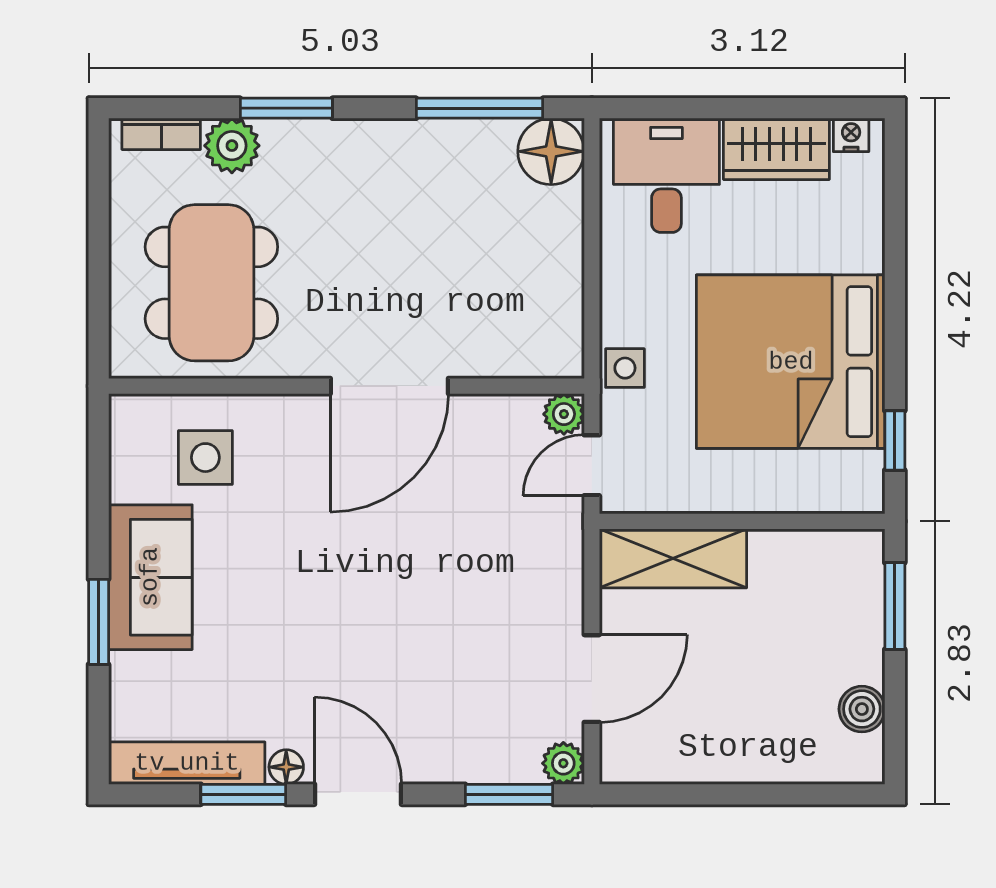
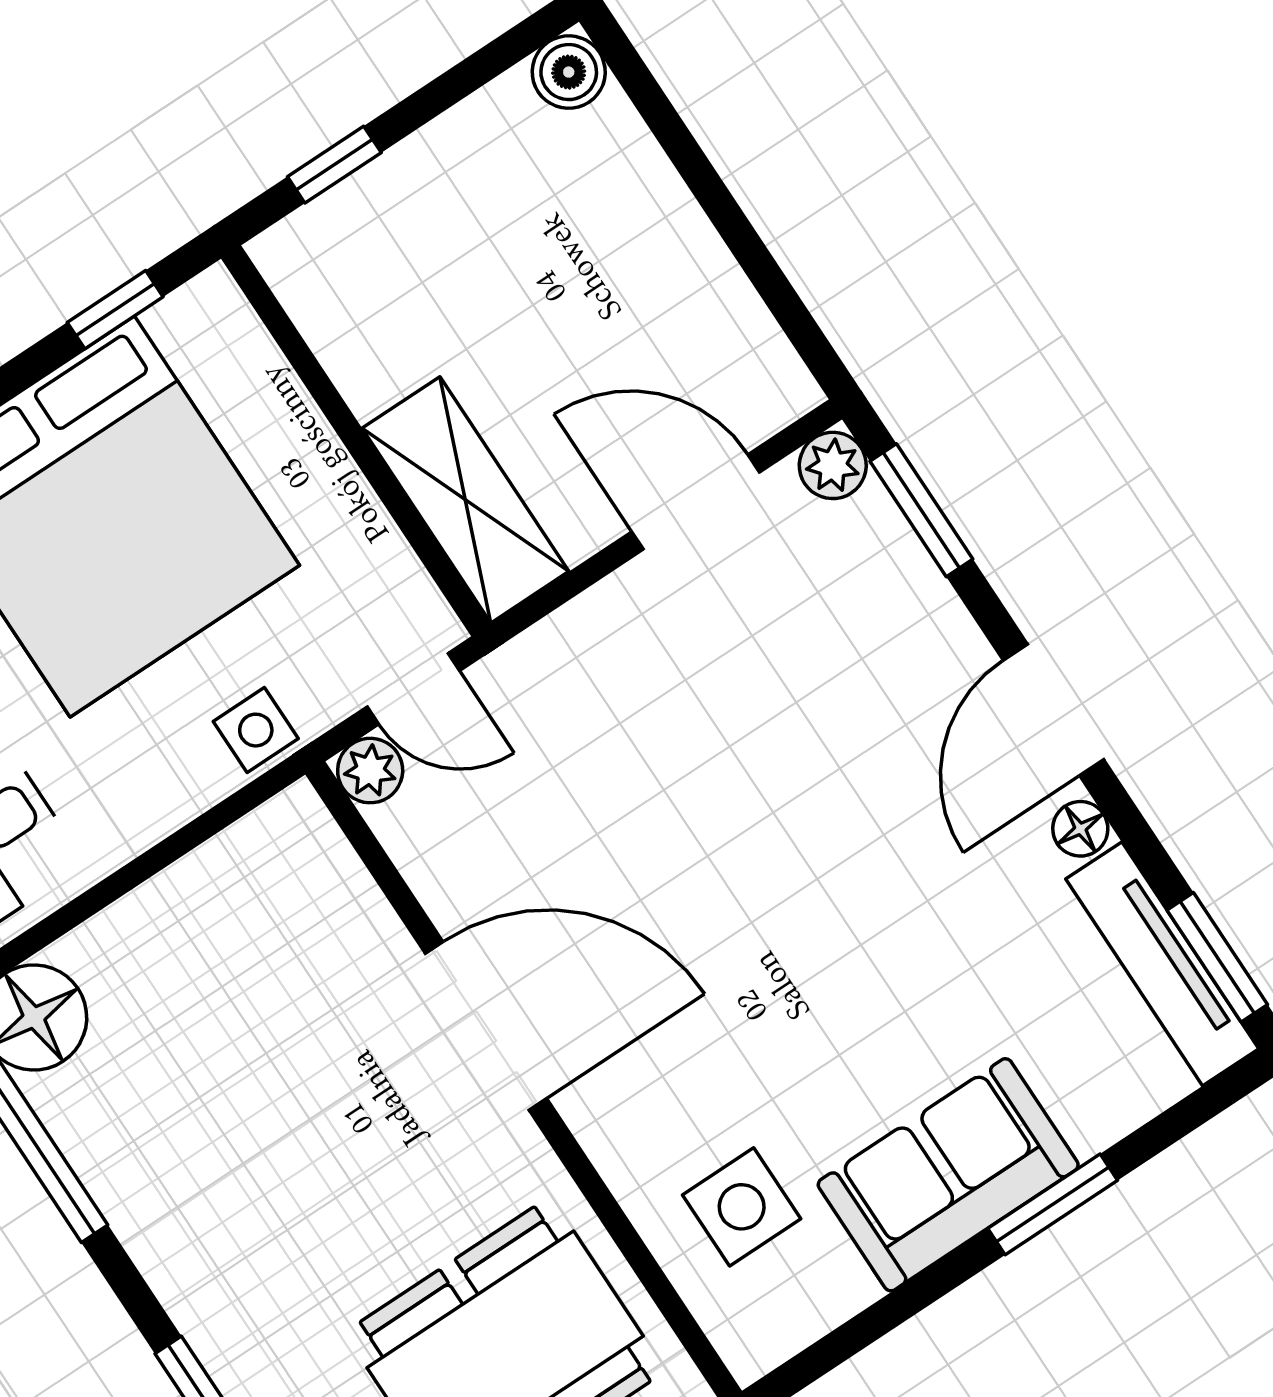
window: (895, 606) -> (334, 165), width x0.67
boiler: (862, 709) -> (569, 72), moved
window: (243, 794) -> (1217, 957), moved

